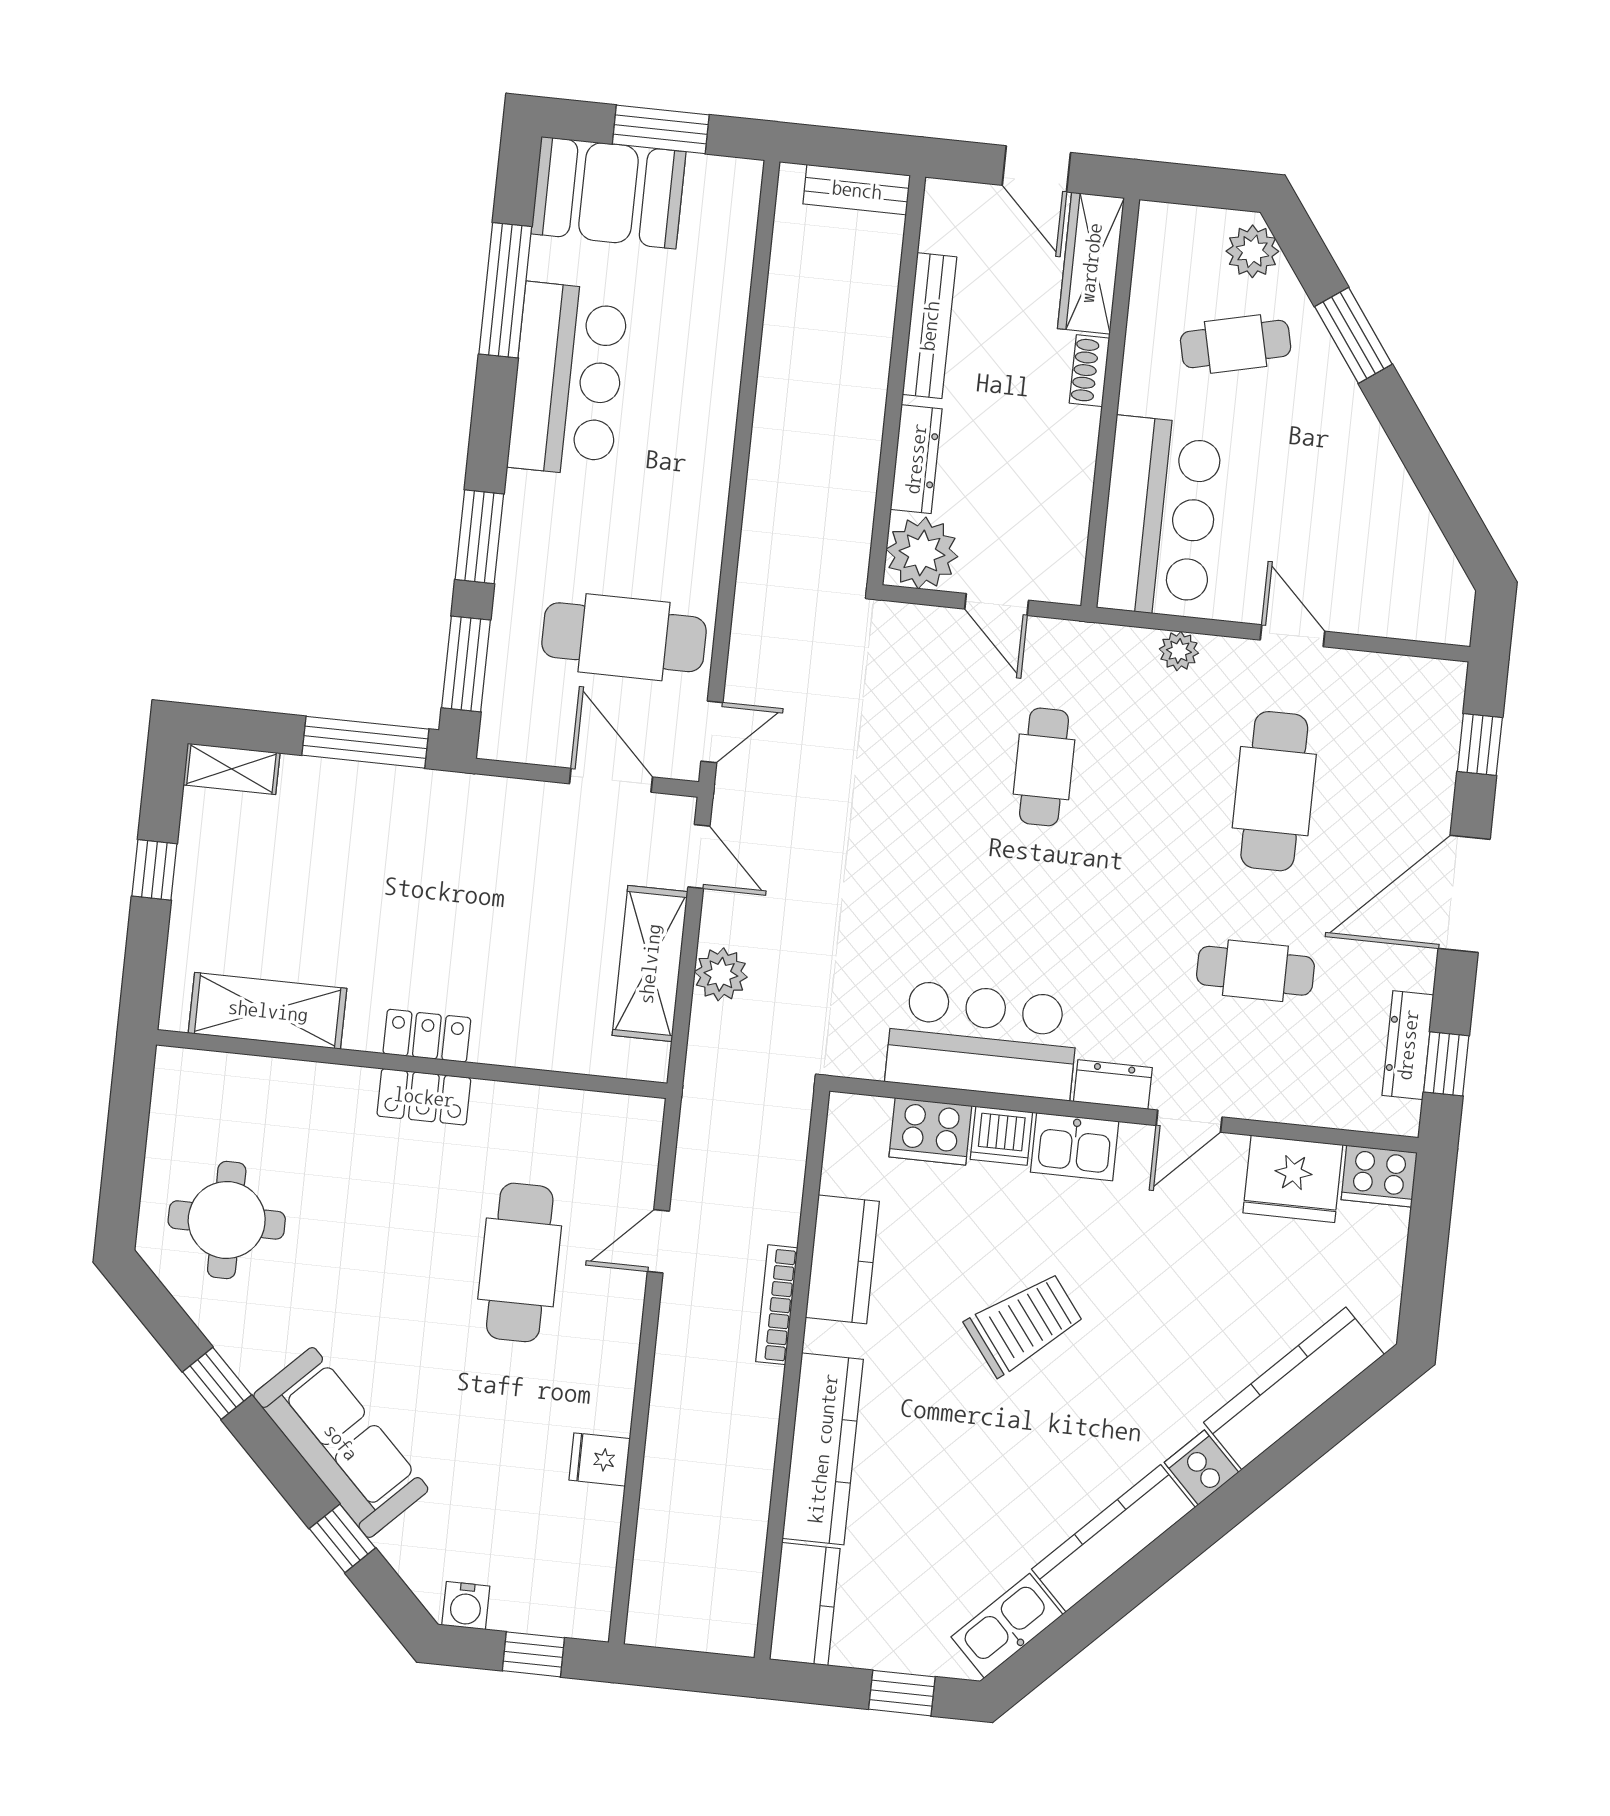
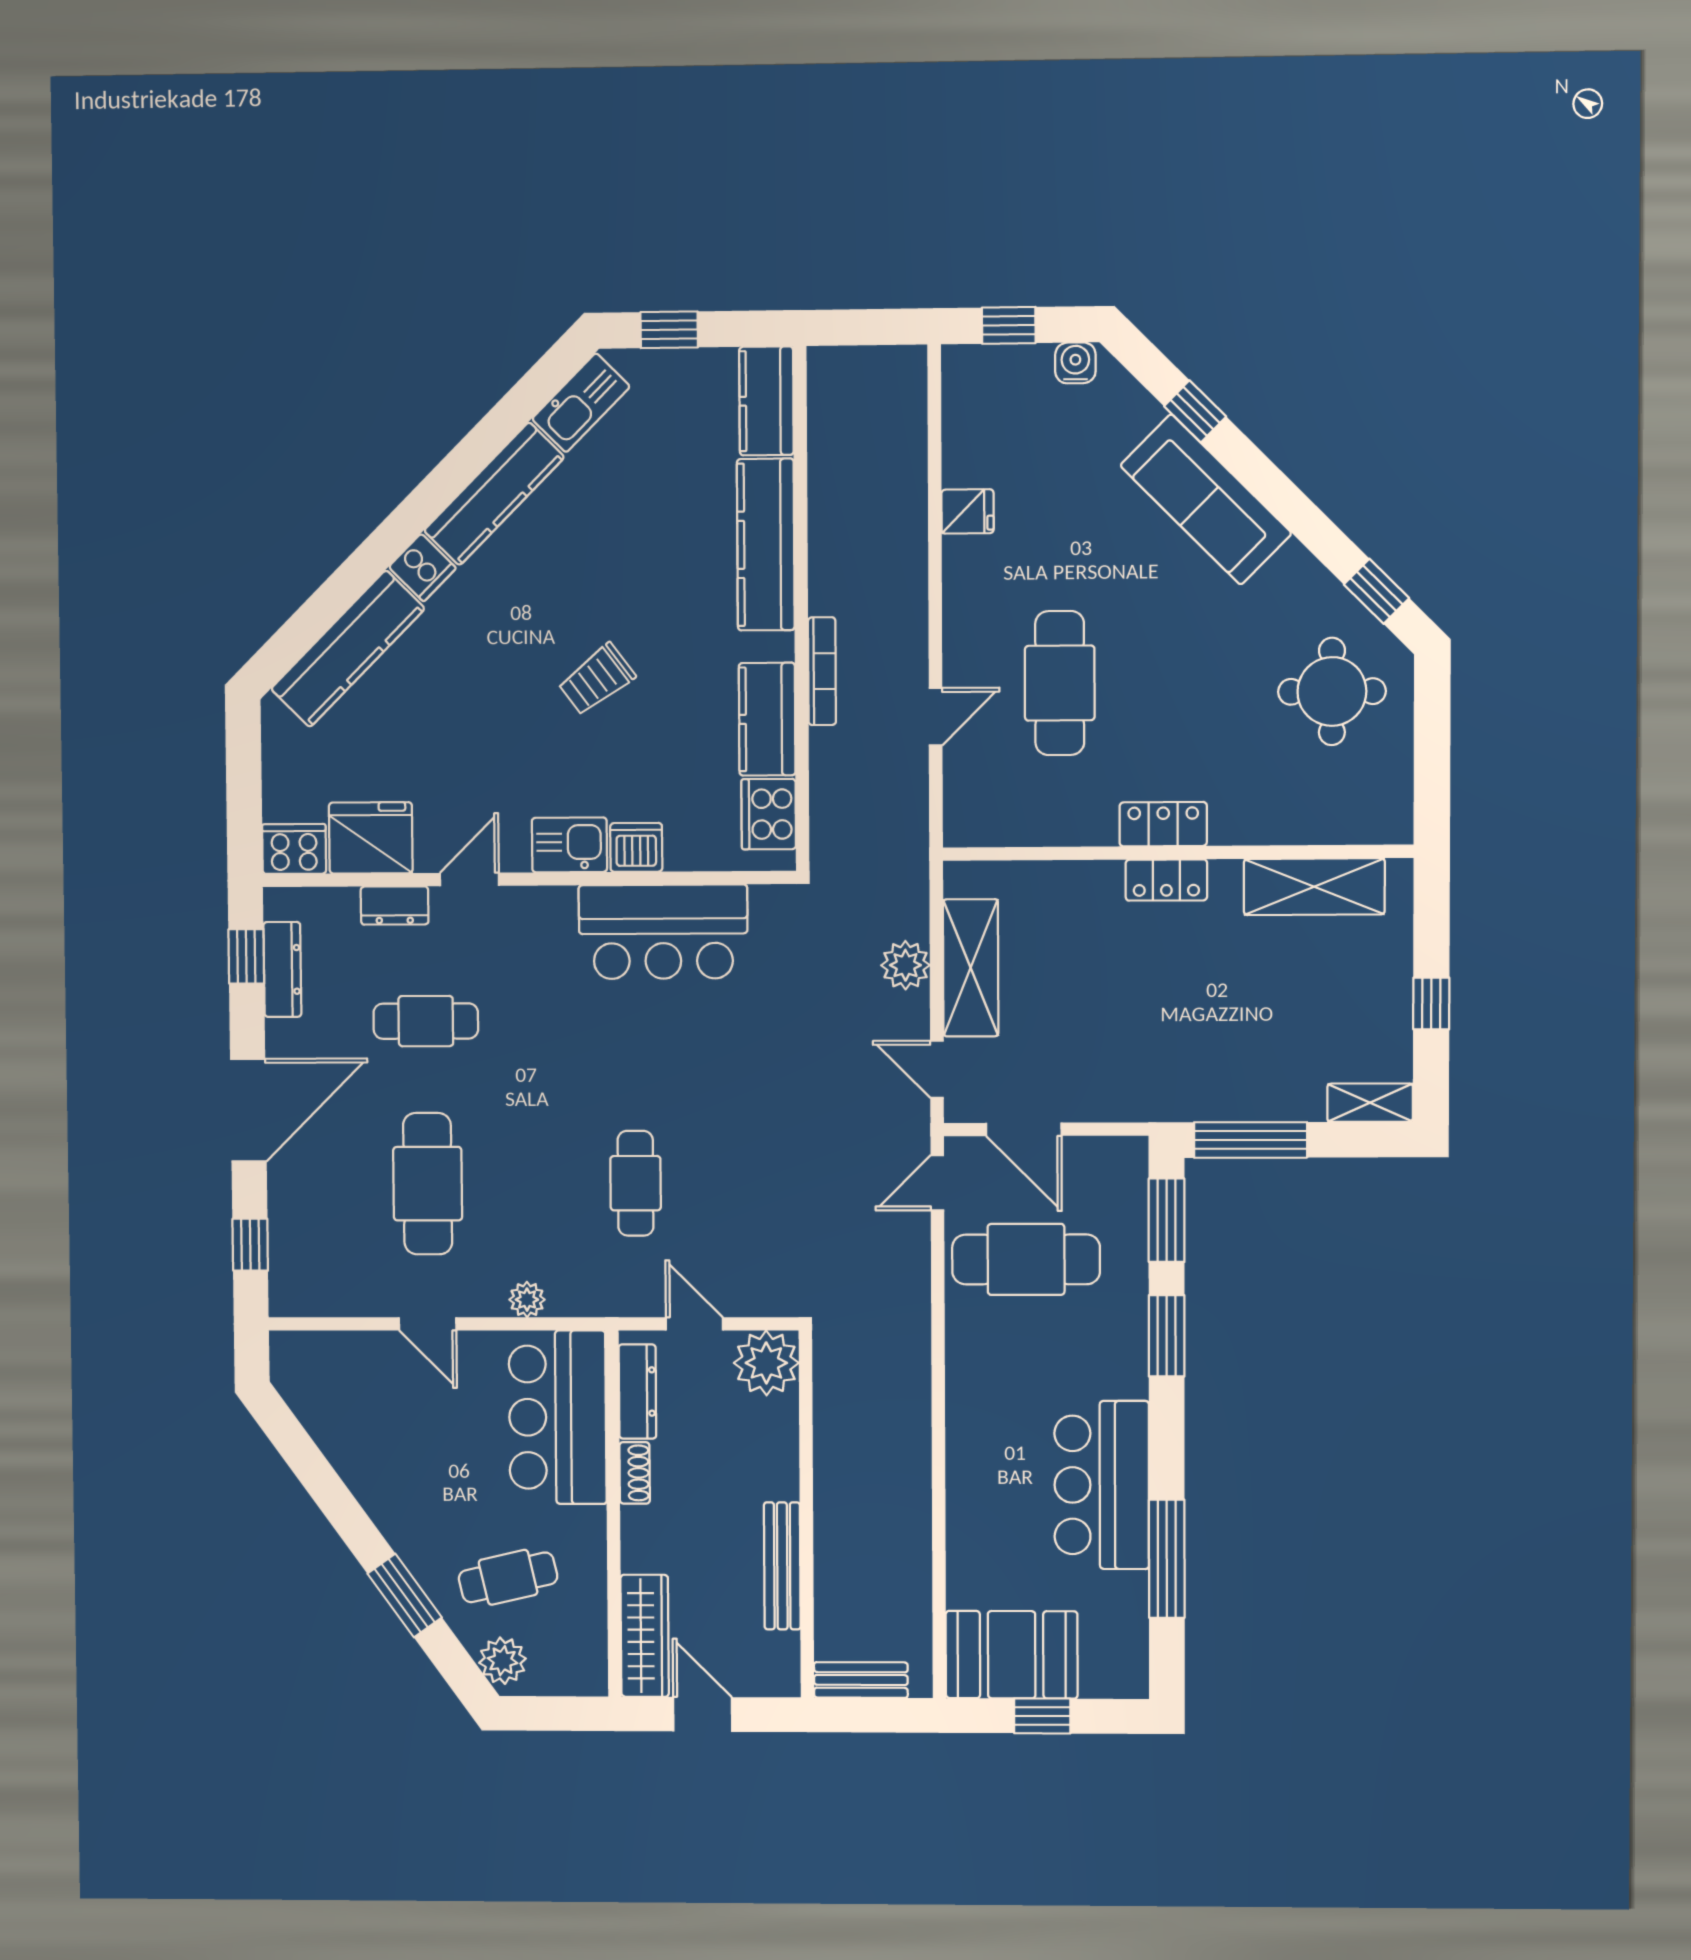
window: (661, 129) -> (1042, 1716), width x0.67
booth: (608, 193) -> (1012, 1655), moved
shoe rack: (1089, 371) -> (635, 1473), moved
dresser: (916, 459) -> (637, 1392), moved, turned 180
dresser: (1113, 1085) -> (395, 906), moved
cooker: (930, 1131) -> (769, 814), moved, turned -90
trolley: (1024, 1324) -> (597, 679), width x0.73, depth x0.72
window: (217, 1383) -> (1376, 591), moved

